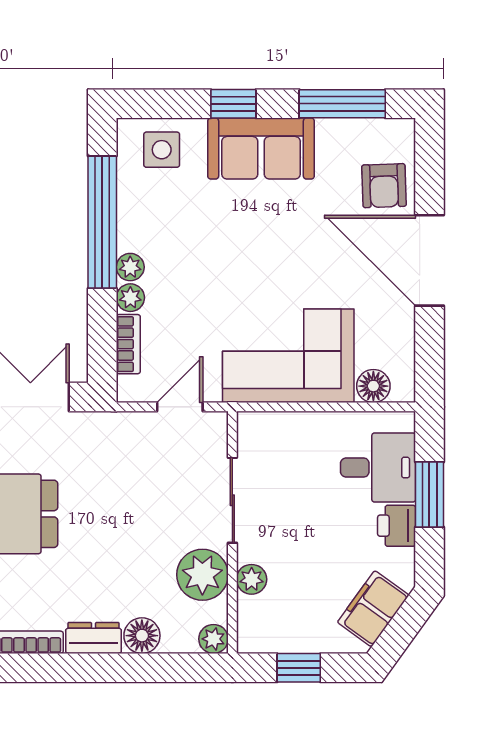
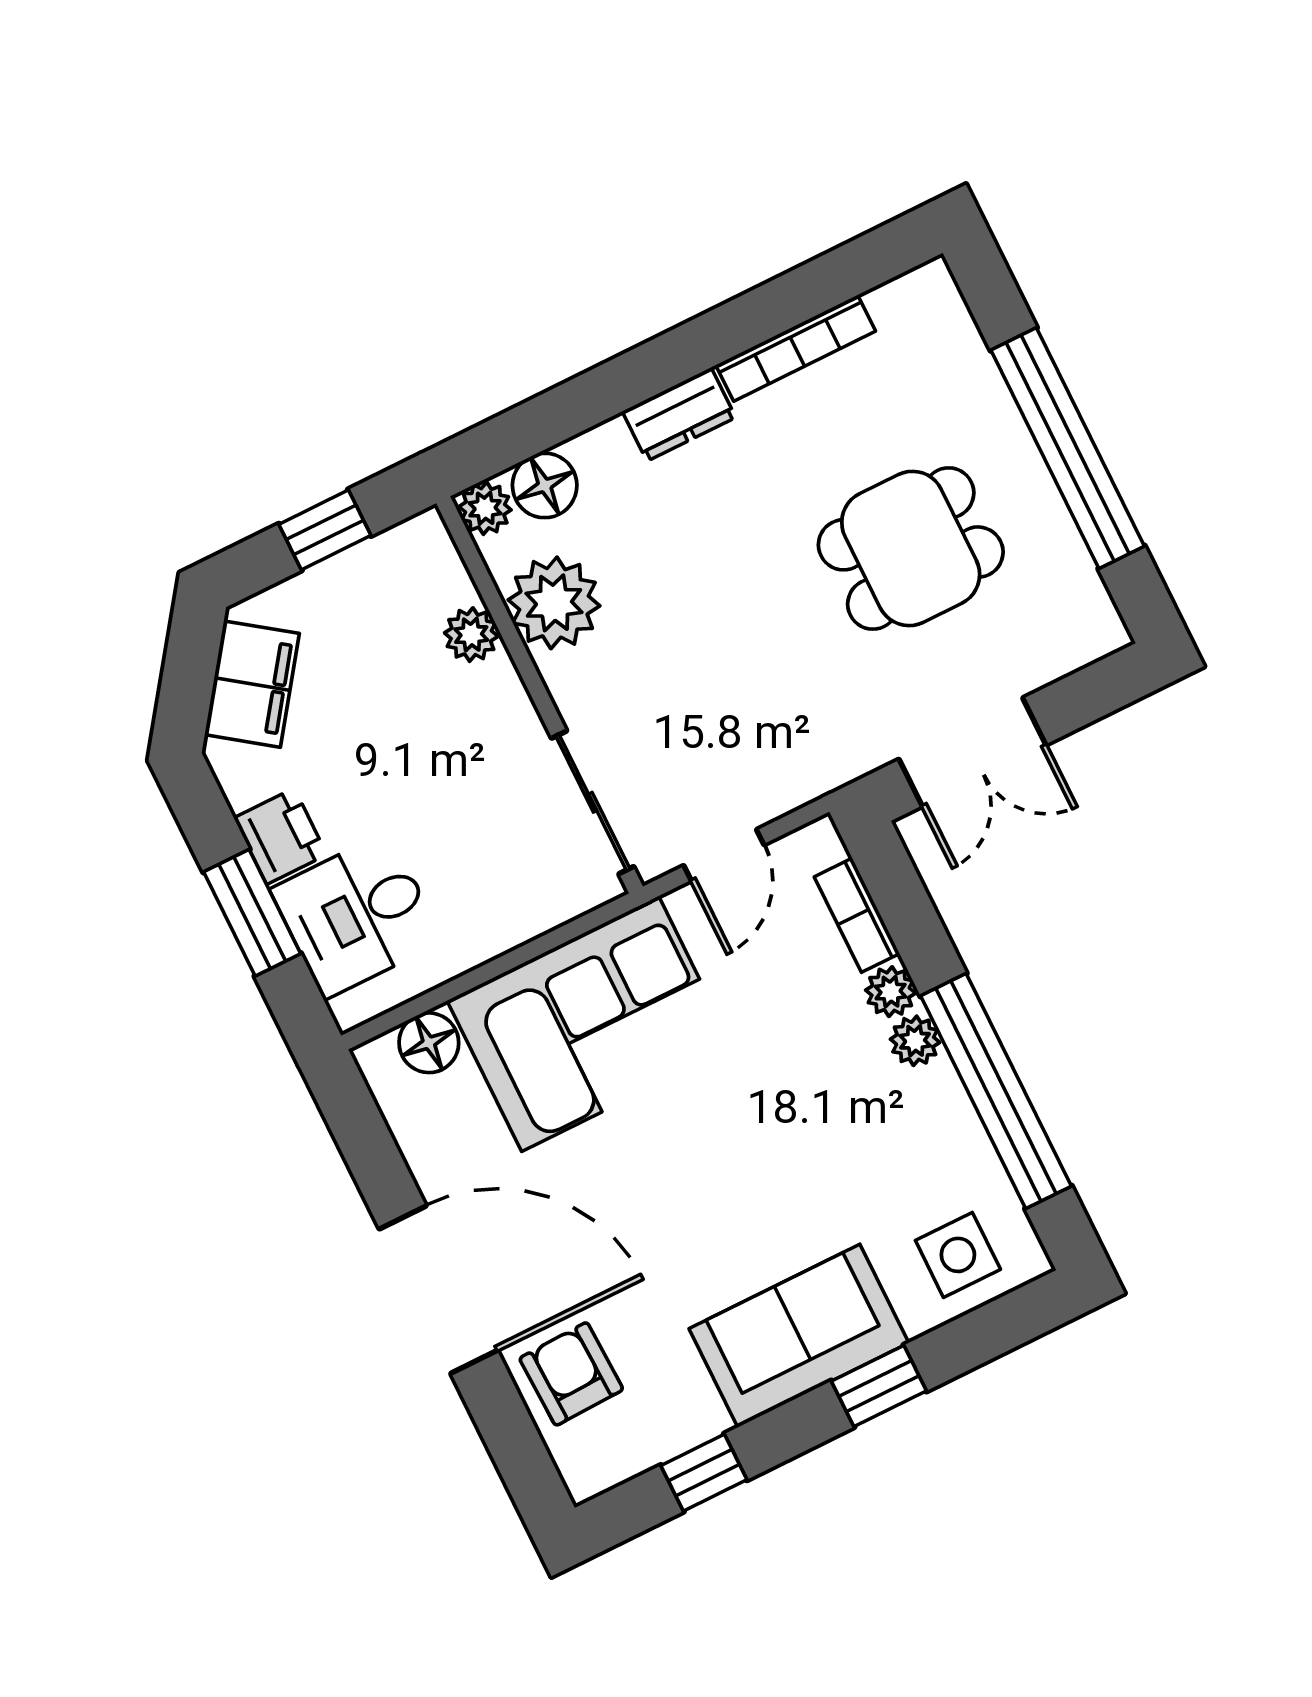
window: (342, 104) -> (704, 1473), width x0.46
sliding door: (232, 500) -> (593, 802), moved
floor lamp: (142, 636) -> (545, 485), moved

